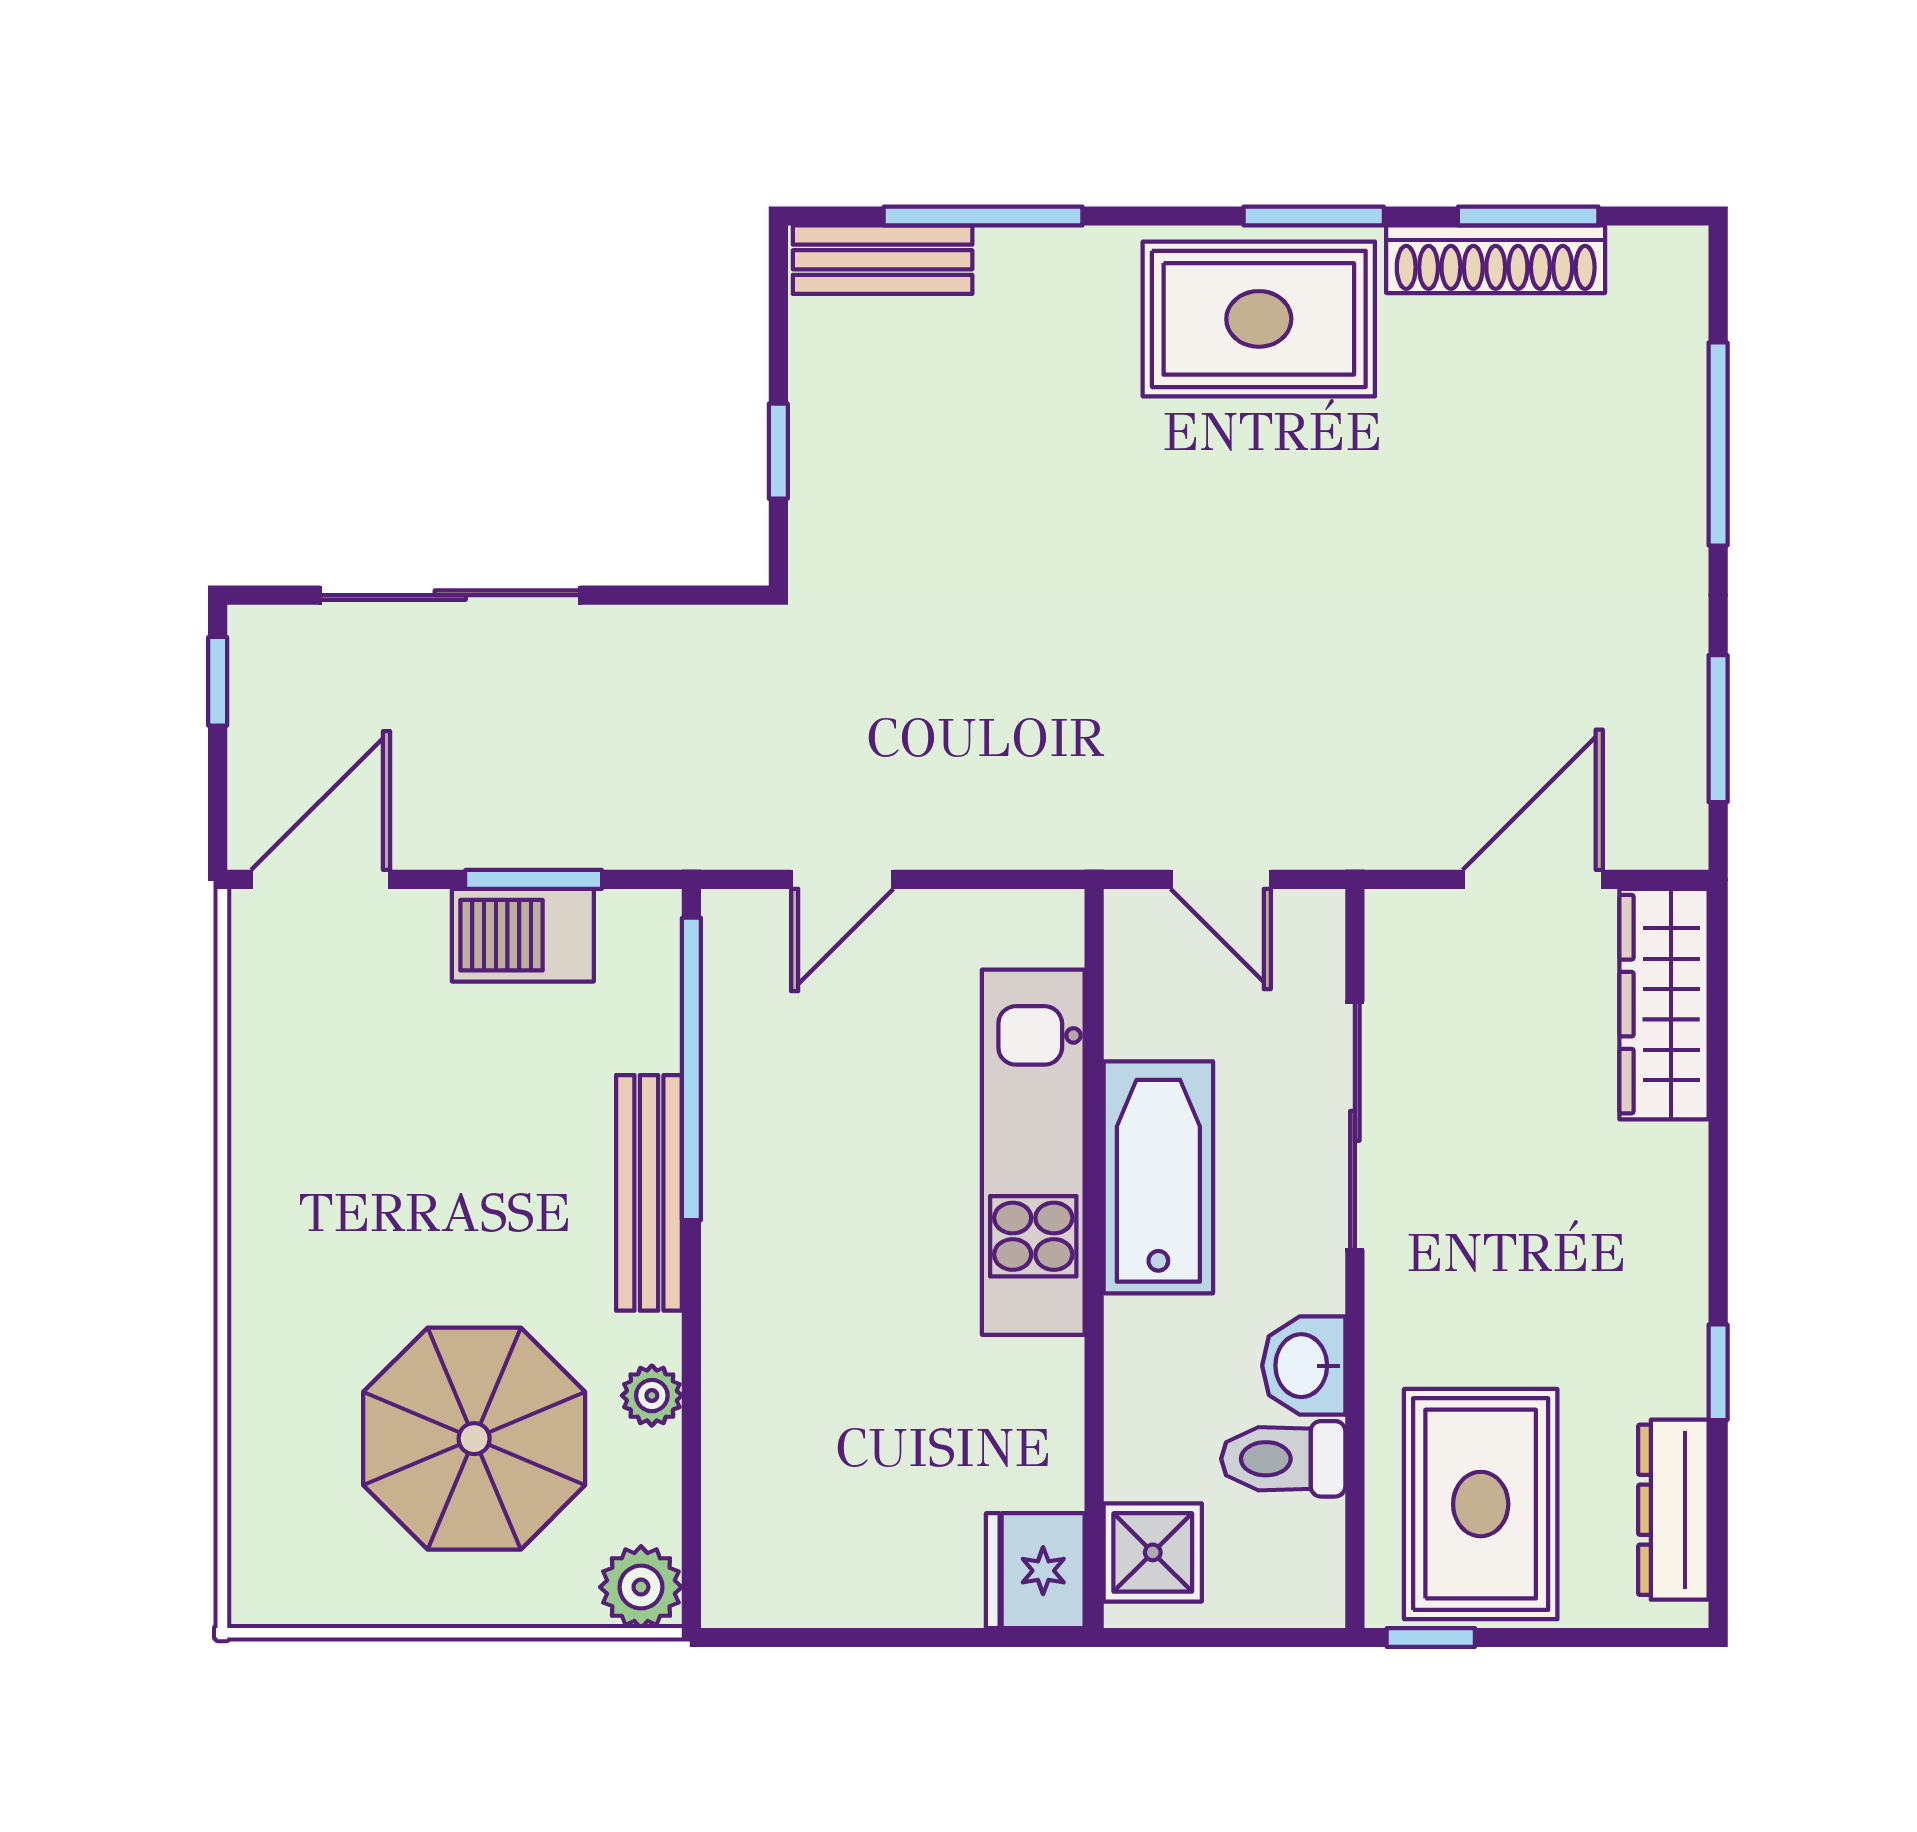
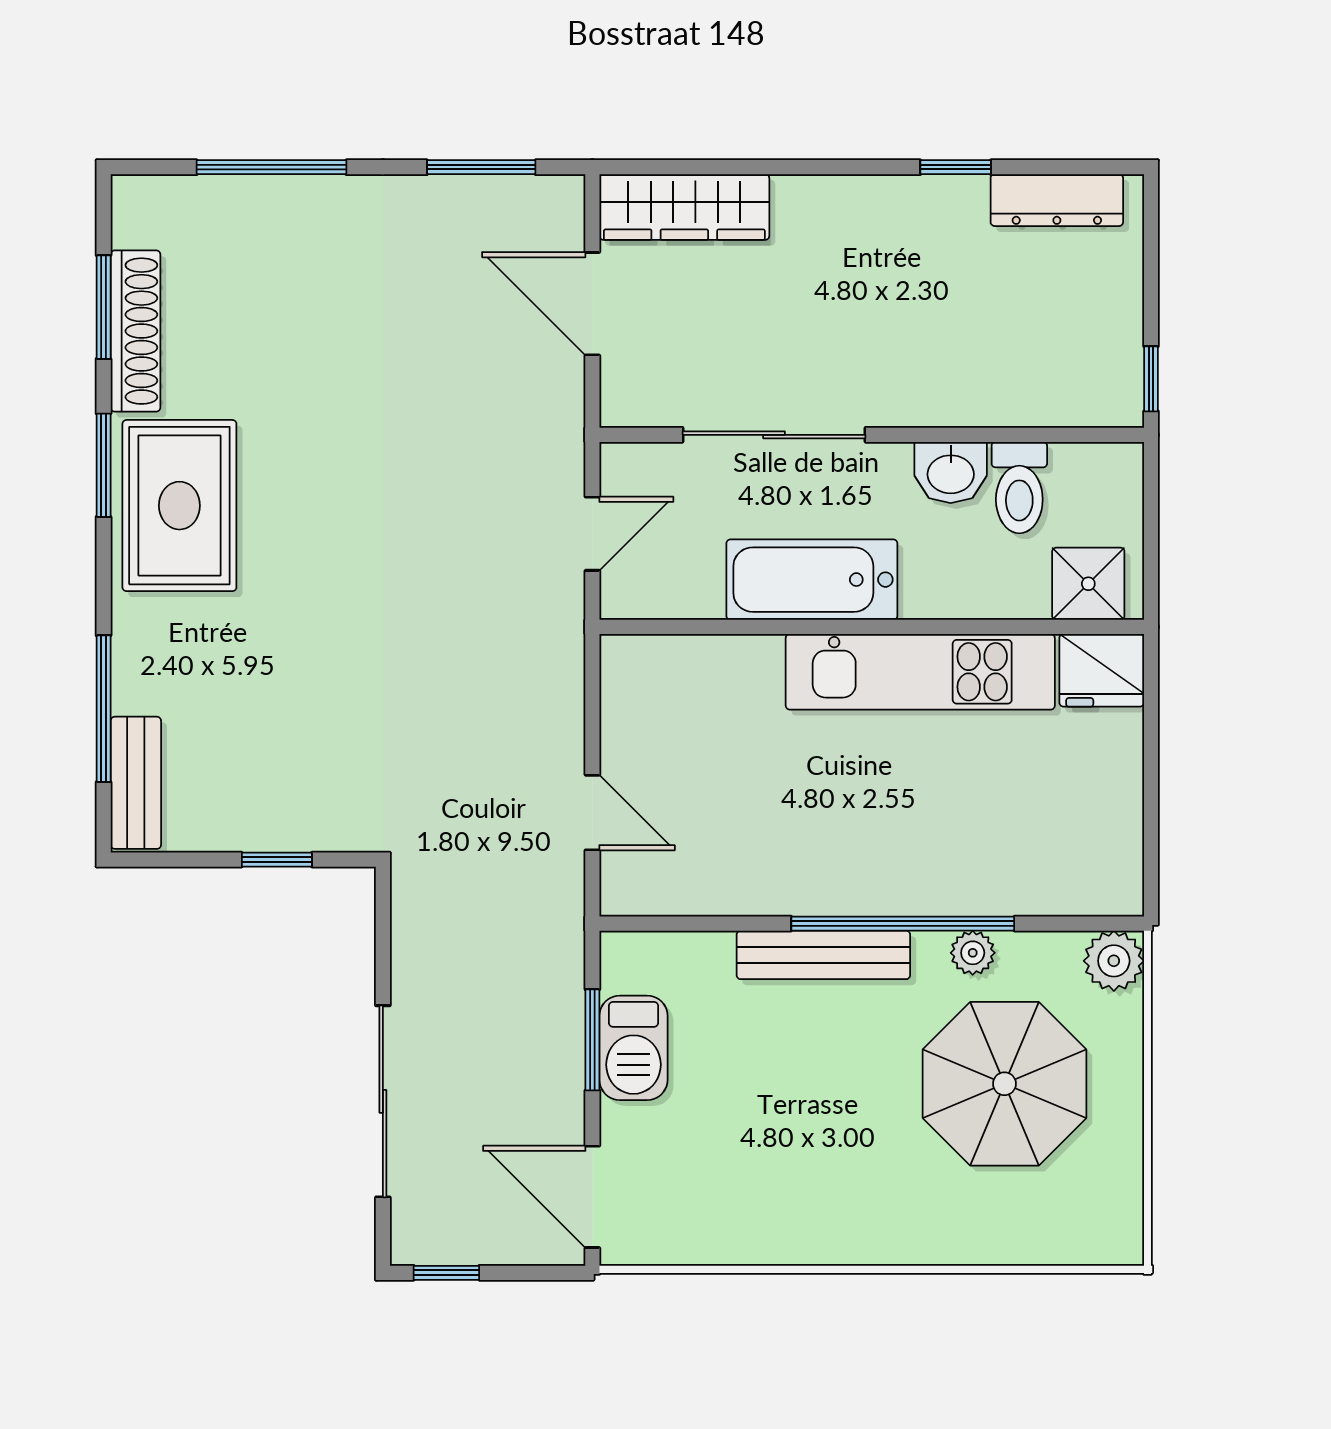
window: (691, 1069) -> (903, 924), moved
kitchen unit: (1033, 1152) -> (920, 672), moved
rug: (1481, 1504) -> (1053, 342), removed

